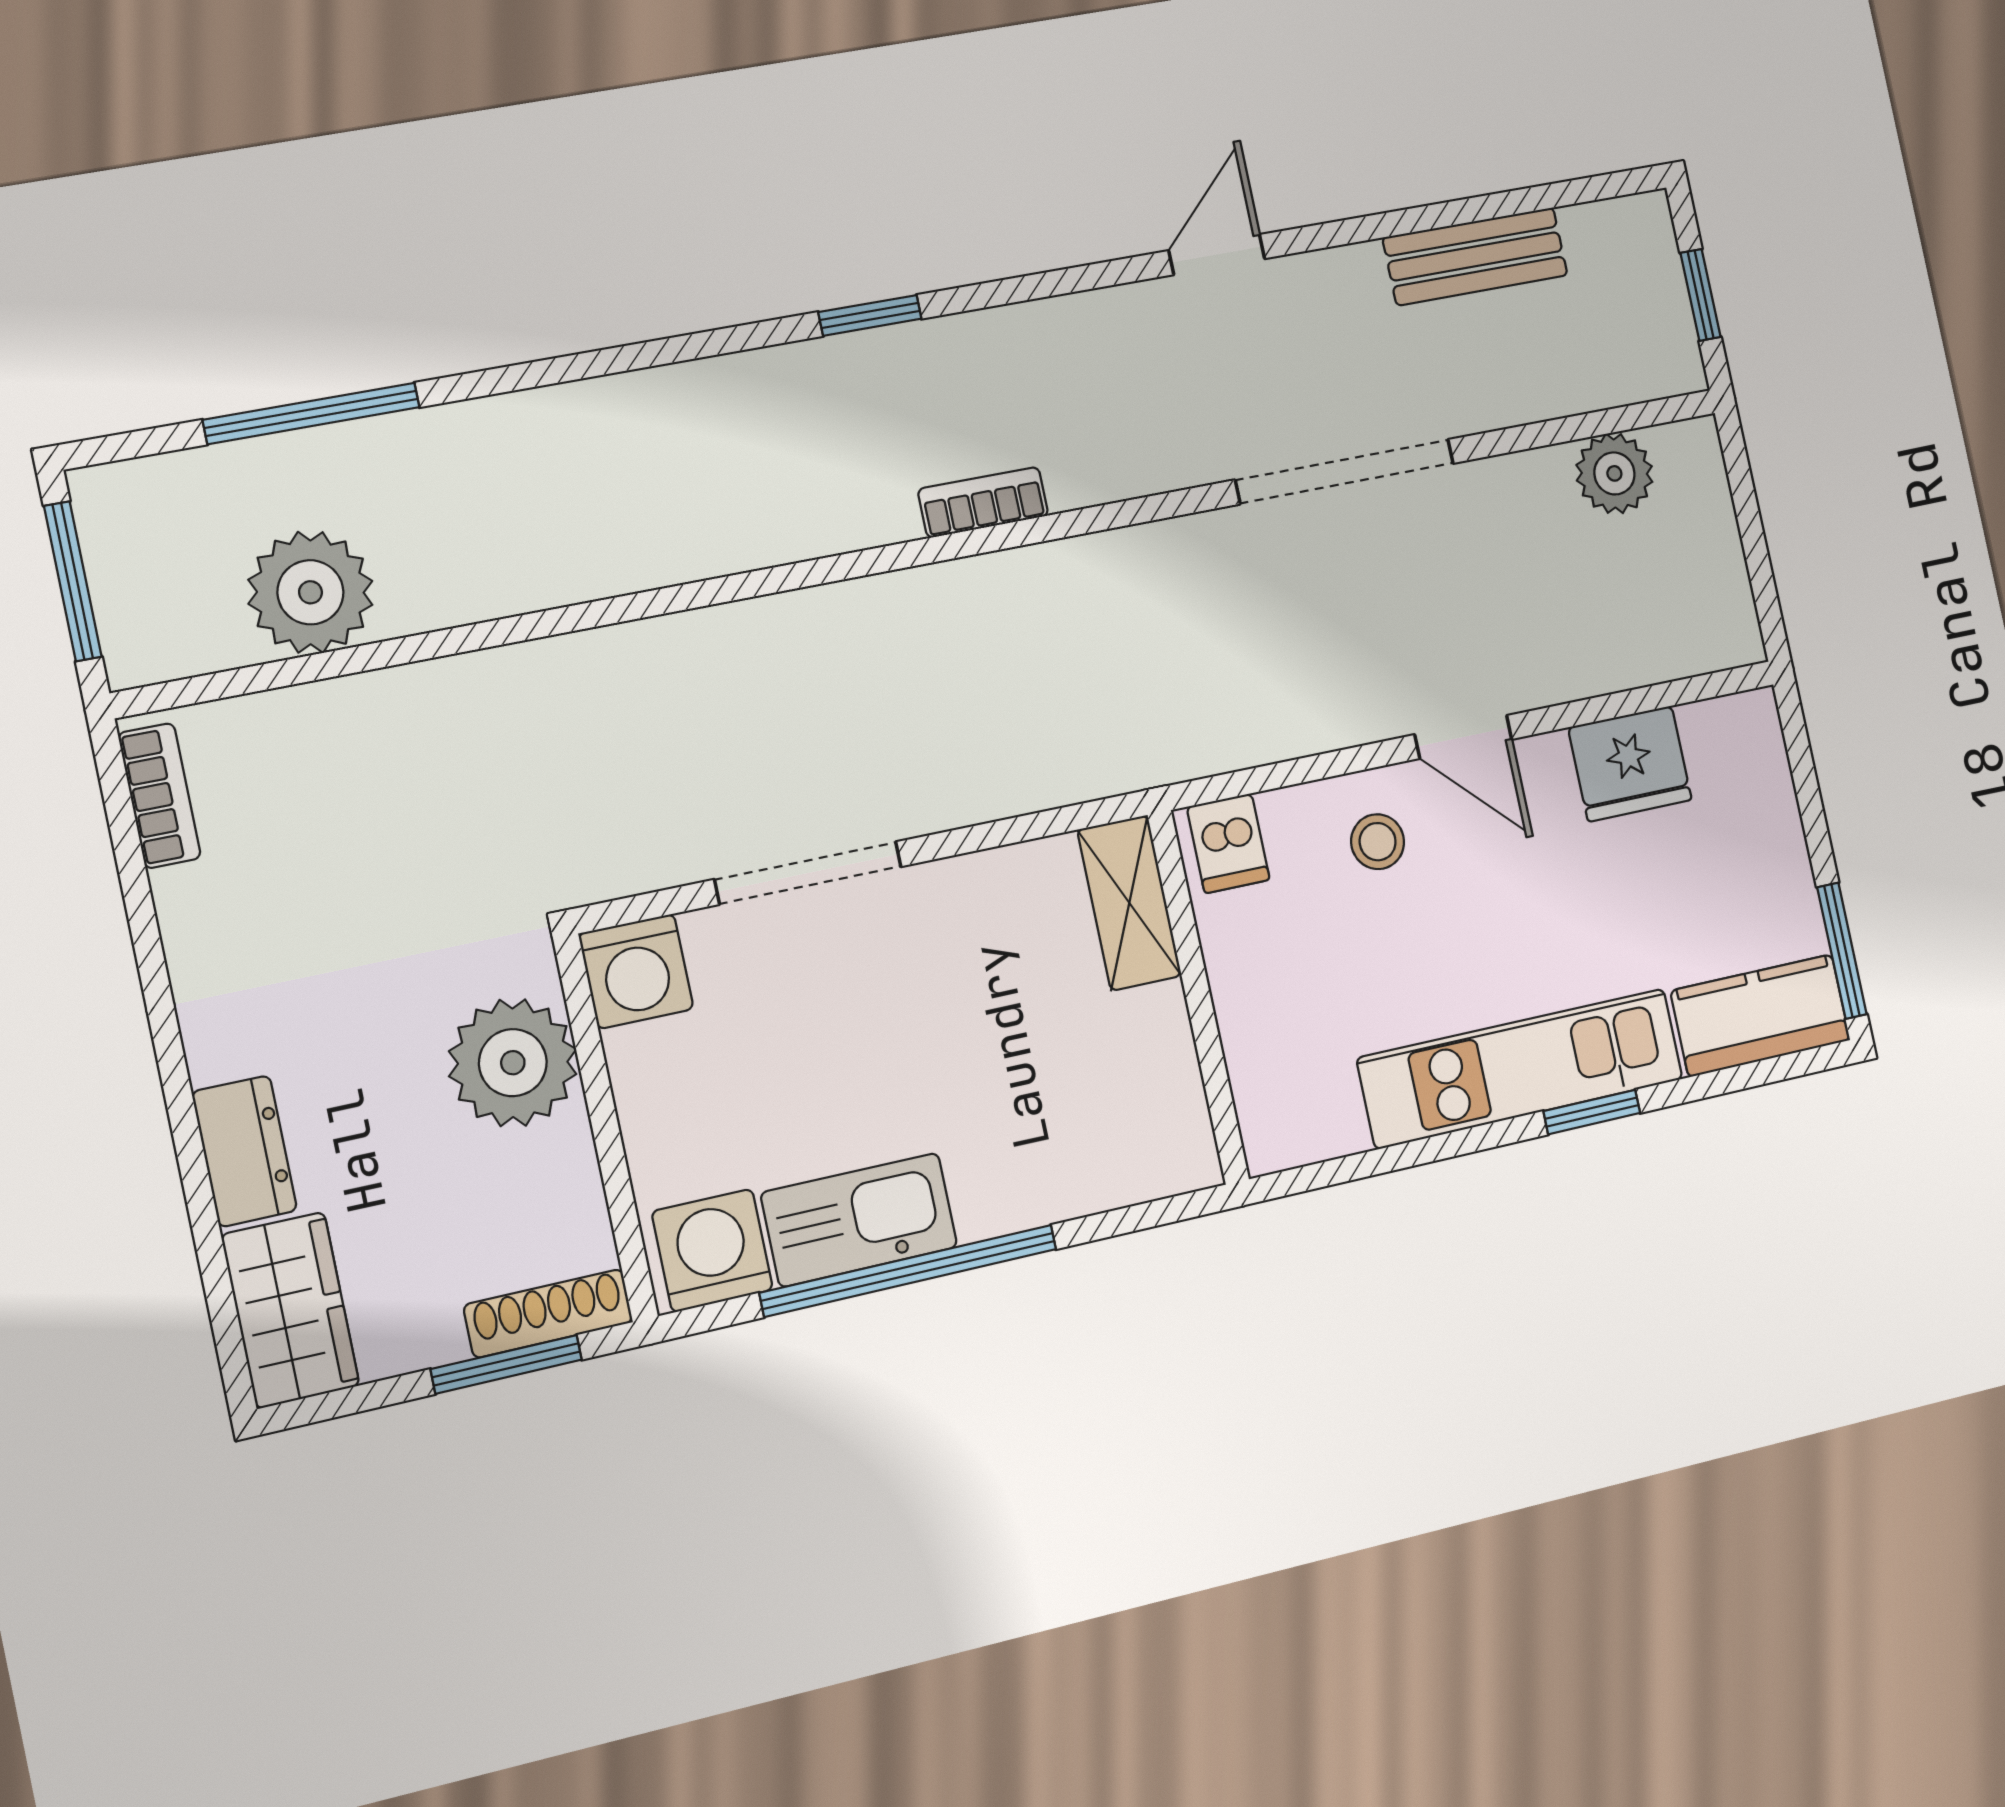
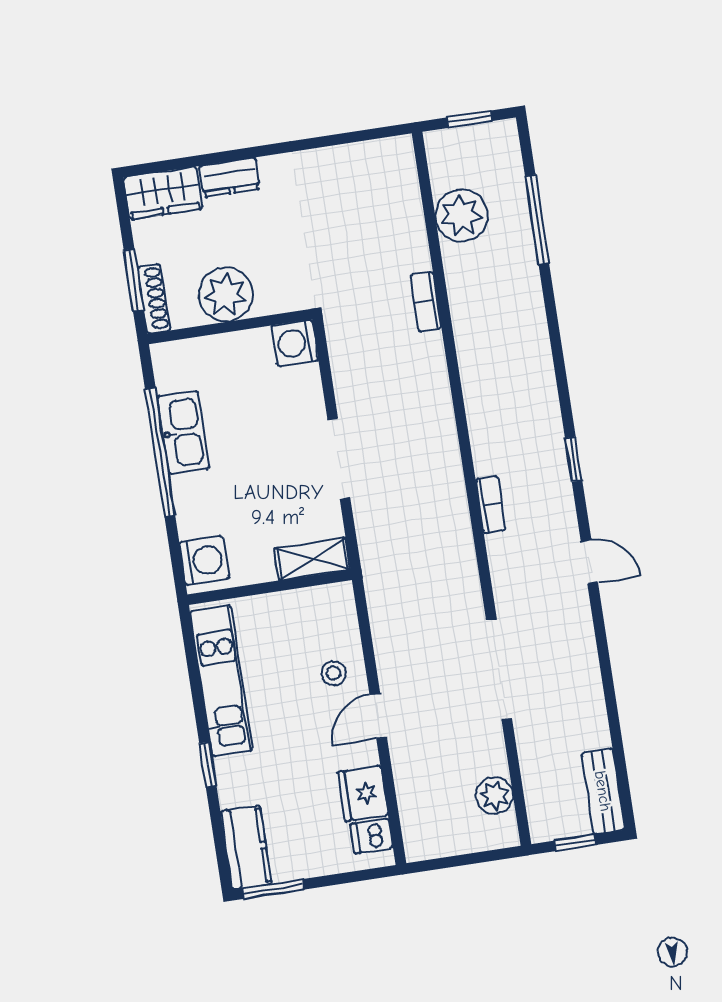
door: (1217, 255) -> (589, 562), moved
bench: (1475, 256) -> (603, 791), moved
window: (73, 581) -> (469, 119), width x0.67
bookcase: (159, 796) -> (426, 302), moved, turned 90
dishwasher: (1228, 843) -> (372, 836), moved
doorway: (808, 873) -> (339, 459), moved
plant: (513, 1063) -> (226, 294), moved
kitchen unit: (1521, 1069) -> (221, 681), moved
washing machine: (712, 1251) -> (204, 560), moved

